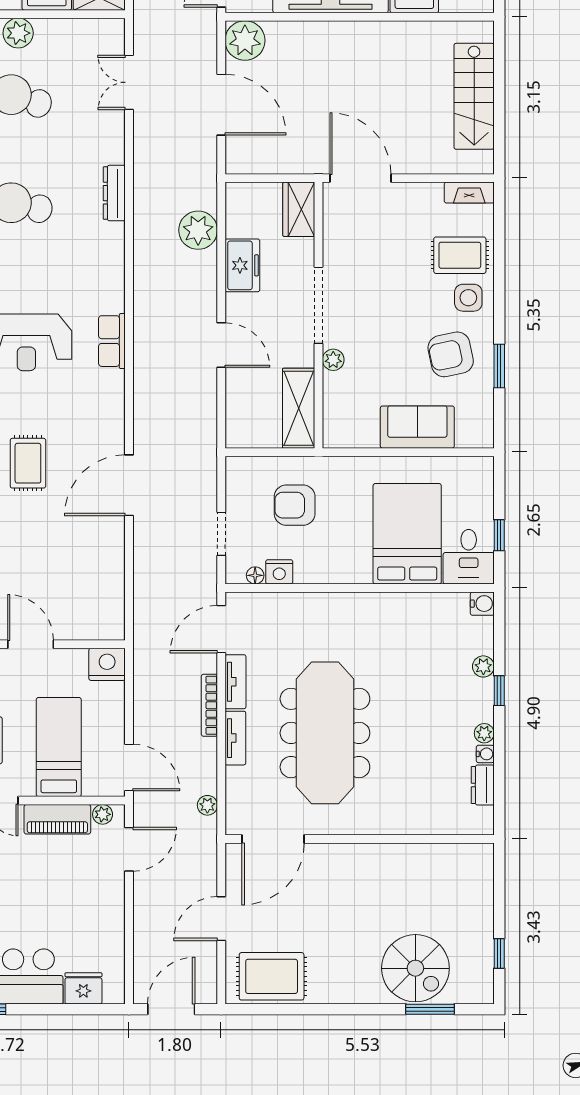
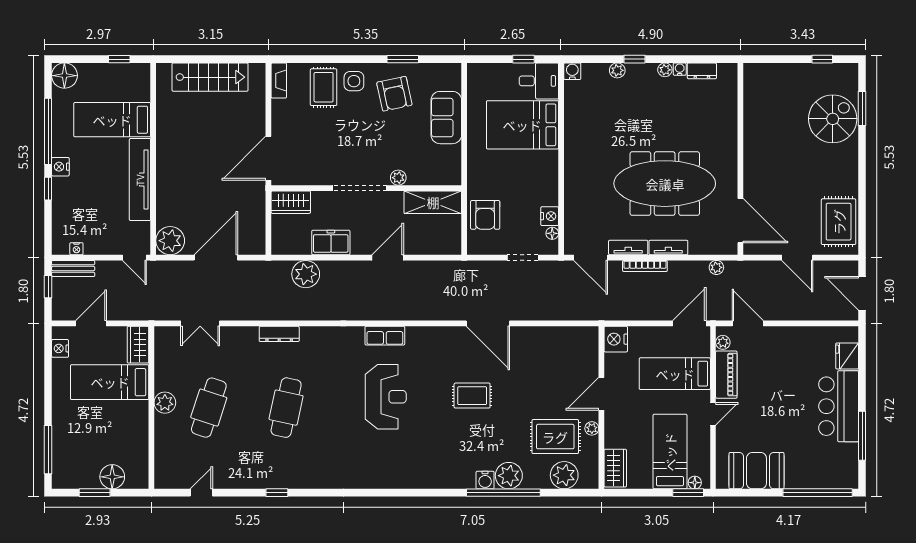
armchair: (295, 505) -> (485, 215), moved

